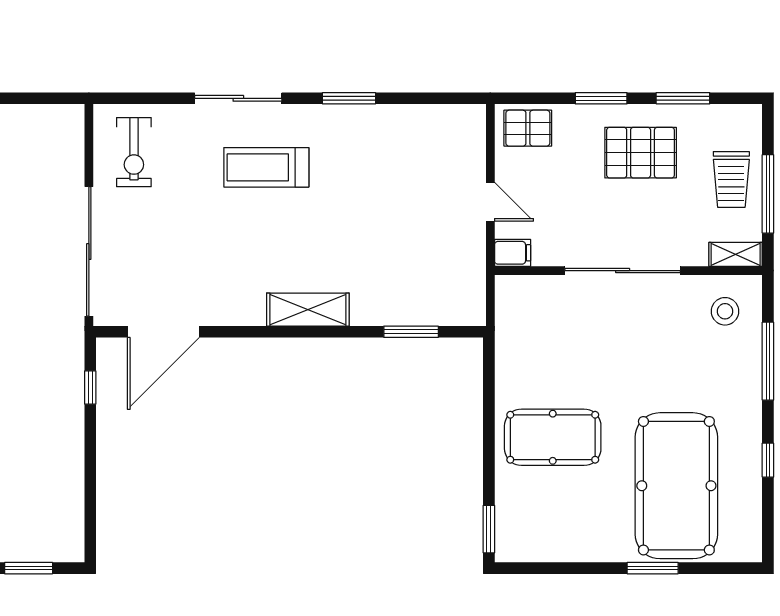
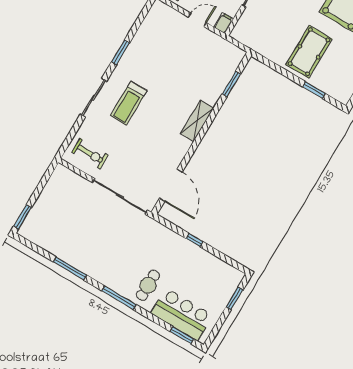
window: (90, 387) -> (194, 240), moved
window: (489, 529) -> (314, 90), moved

